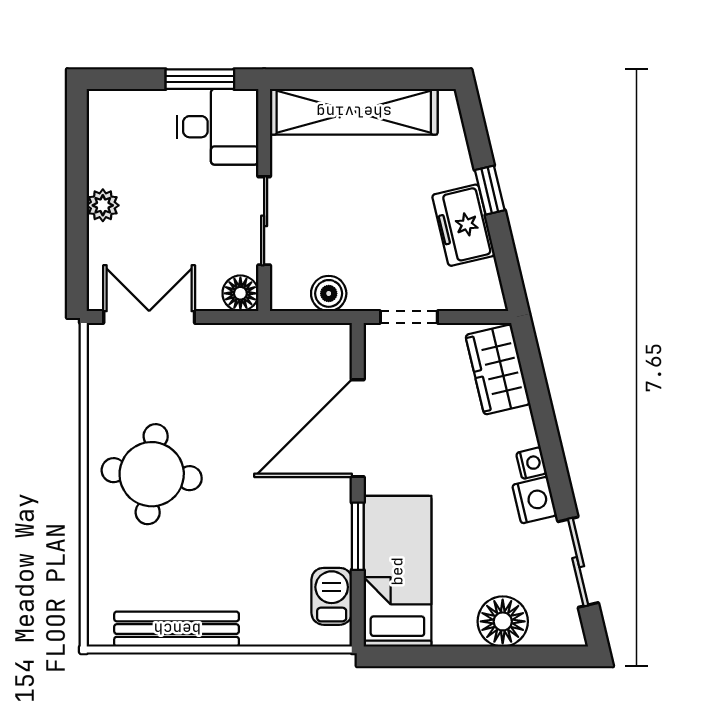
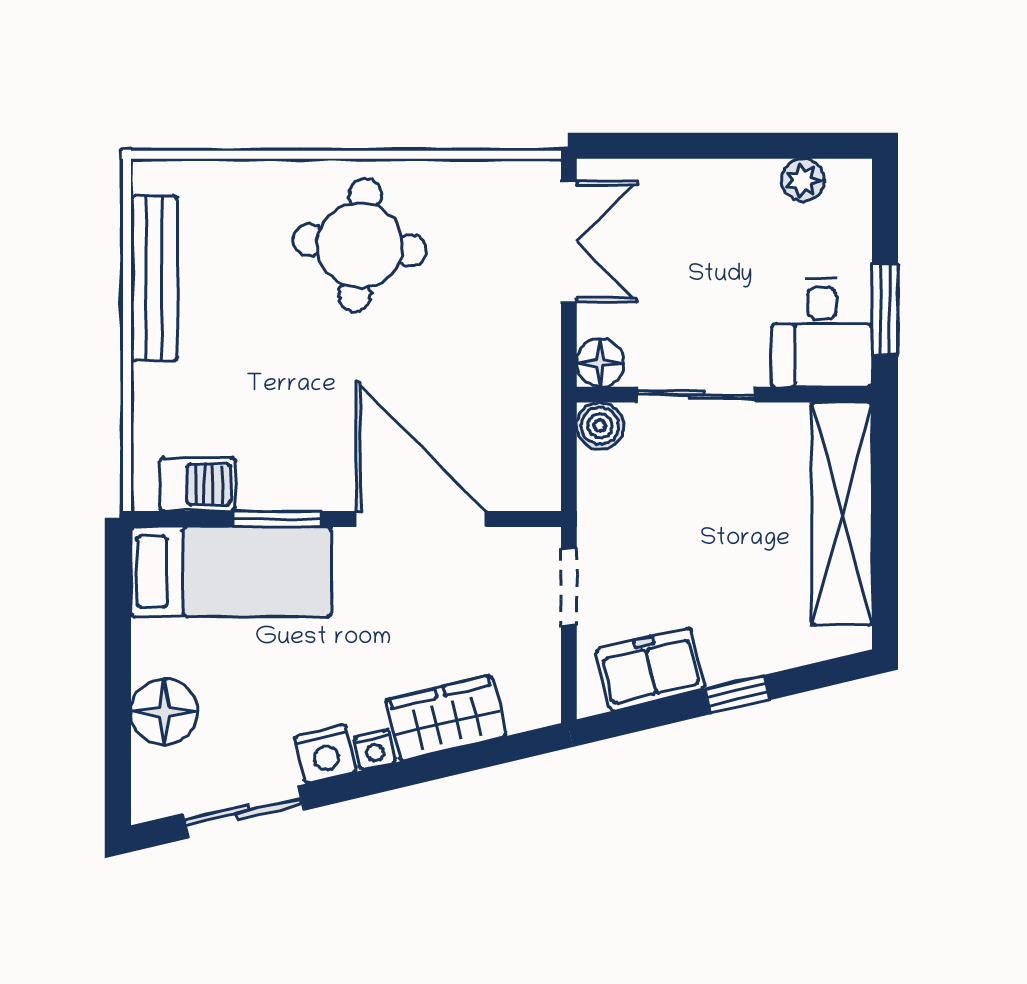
plant: (103, 205) -> (803, 180), moved
freezer: (463, 225) -> (650, 669), moved
boiler: (329, 293) -> (600, 426), moved
wardrobe: (498, 369) -> (446, 718), moved

